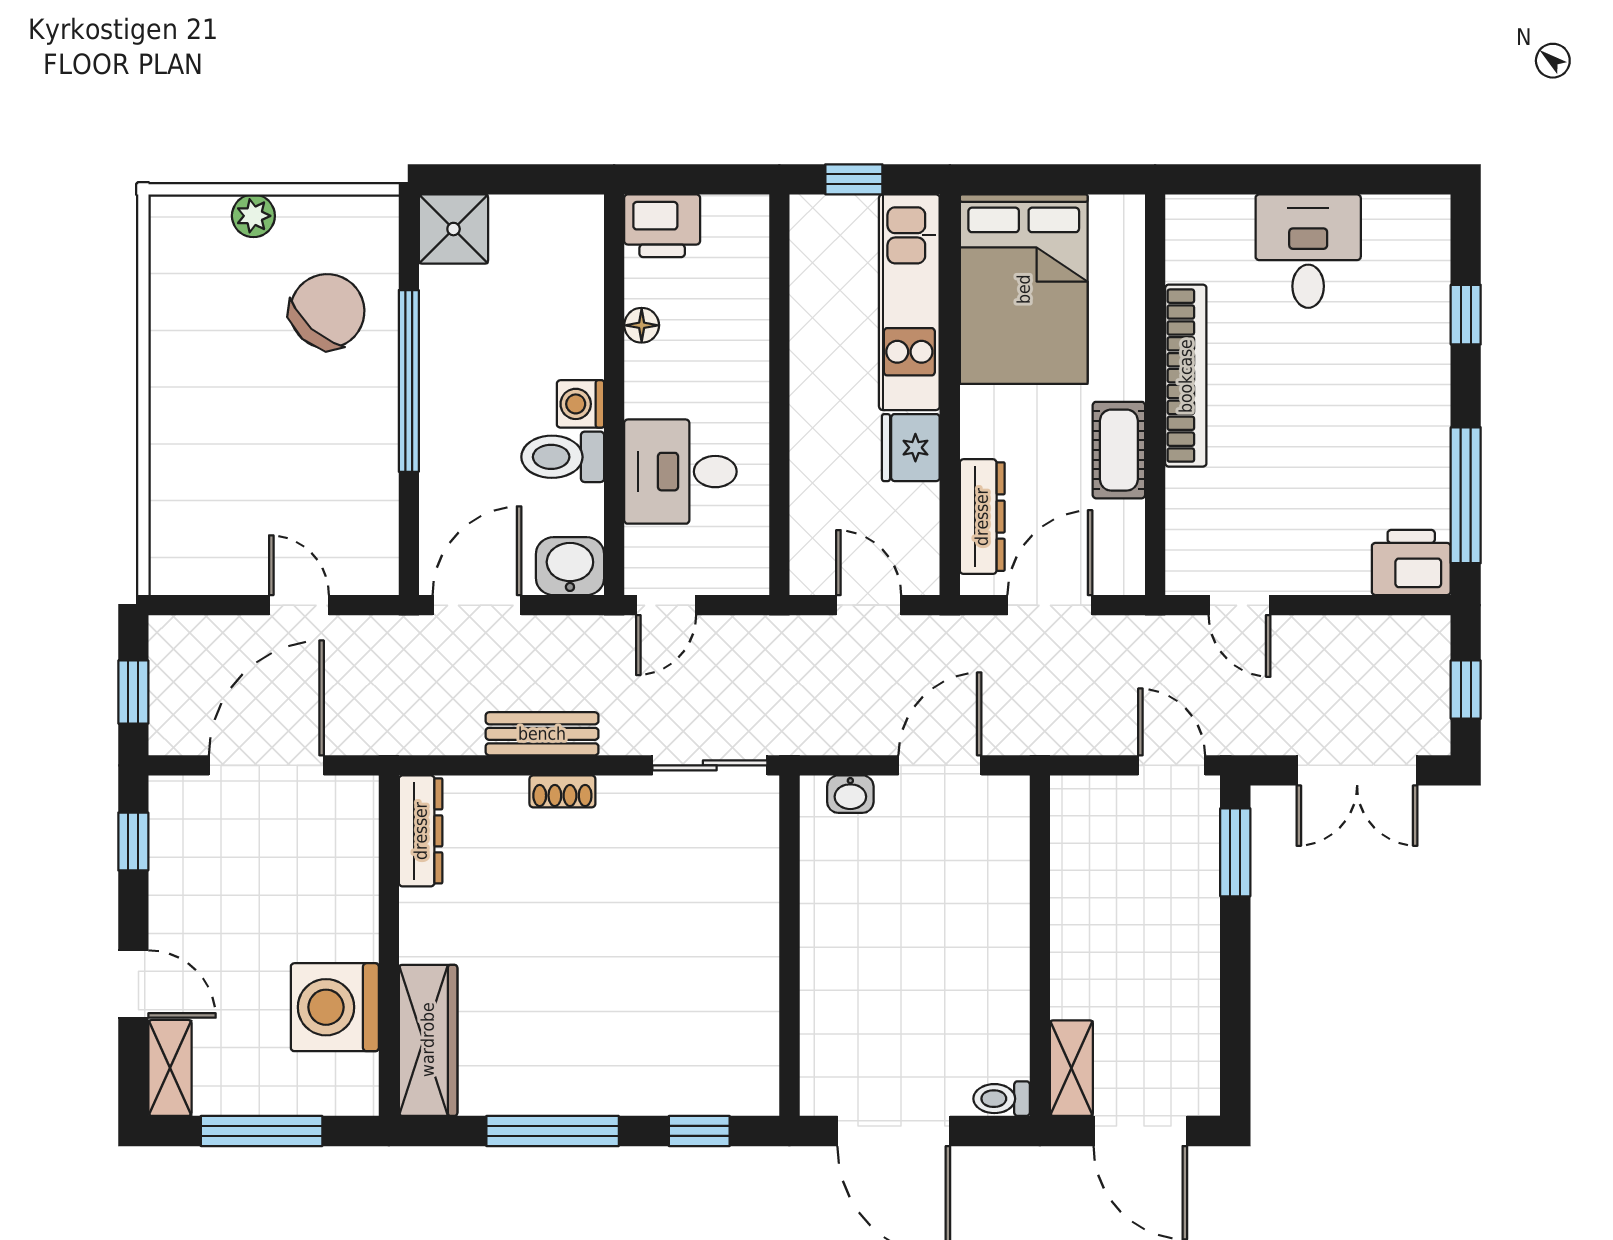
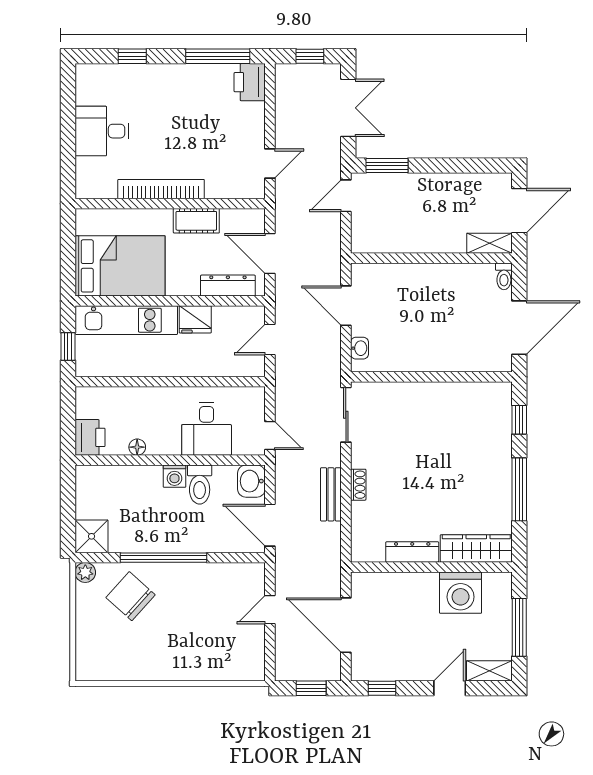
plant: (253, 216) -> (85, 572), moved
dresser: (421, 831) -> (412, 552), moved

